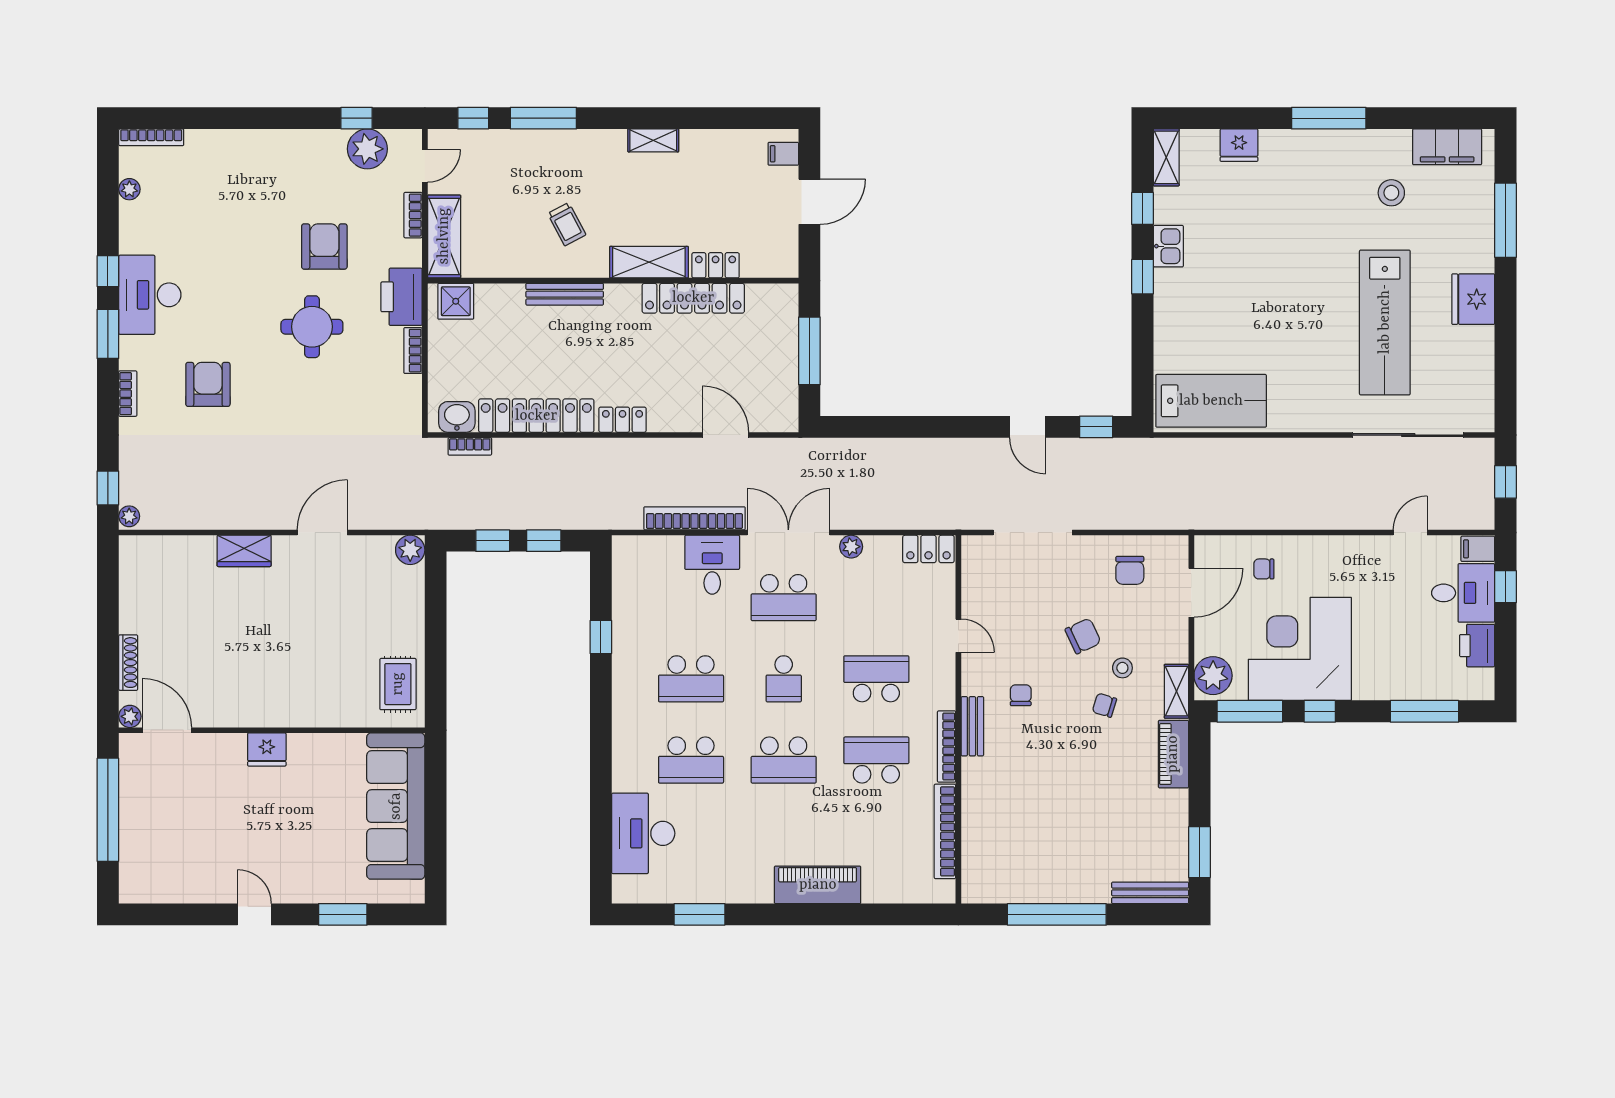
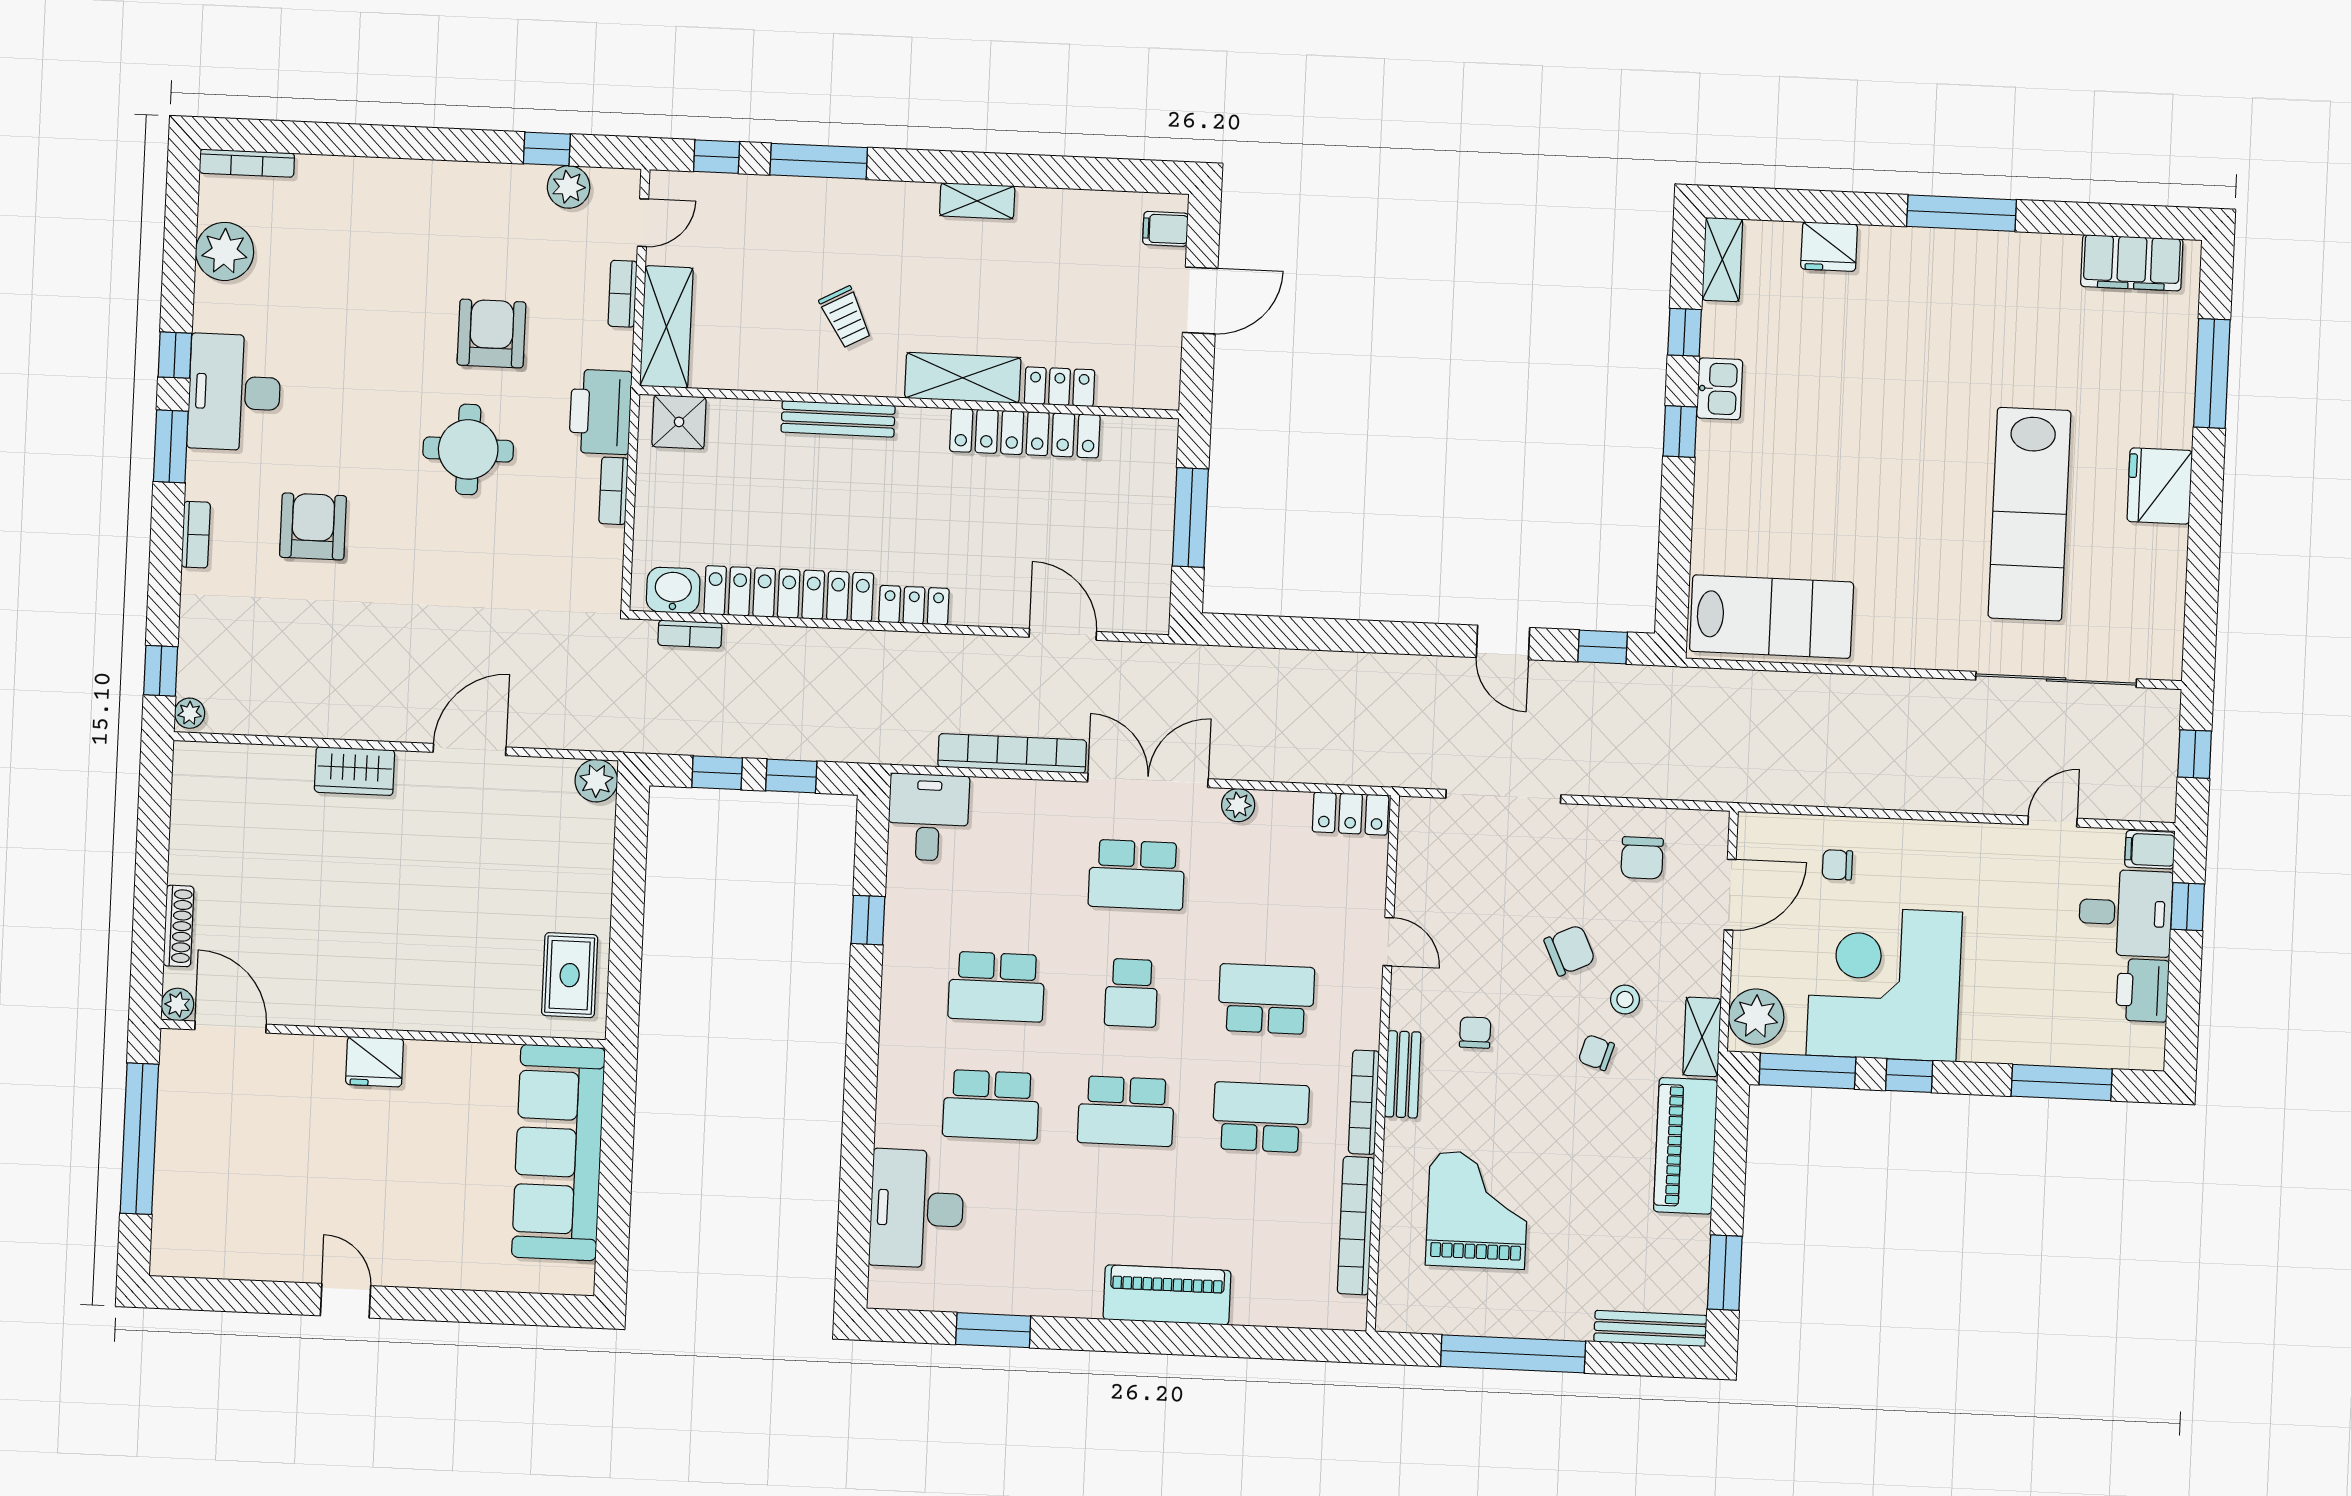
plant: (367, 149) -> (569, 187), width x0.73, depth x0.73
plant: (129, 189) -> (225, 251), width x1.87, depth x1.87
stool: (1391, 193) -> (2048, 326), removed
desk: (712, 565) -> (928, 817), moved
piano: (1173, 754) -> (1686, 1146), width x1.37, depth x1.33
grand piano: (1028, 817) -> (1477, 1210), added
window: (343, 914) -> (474, 1307), removed

